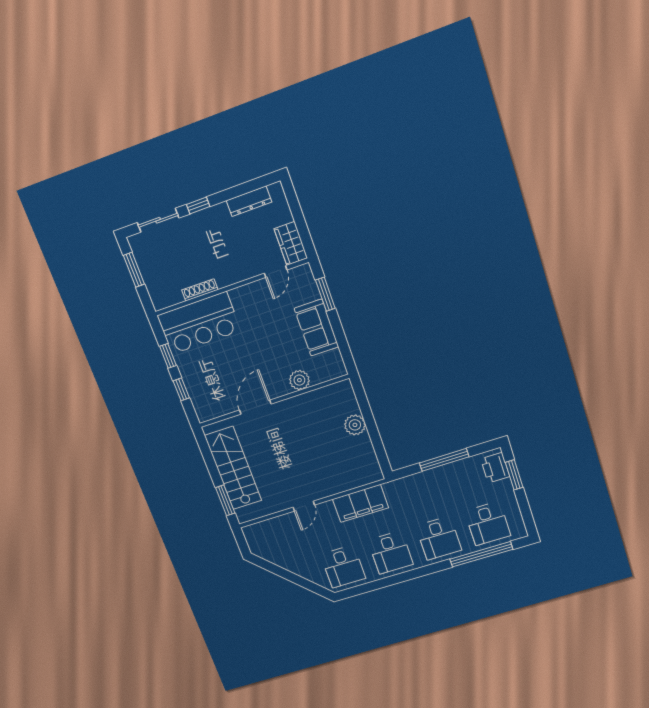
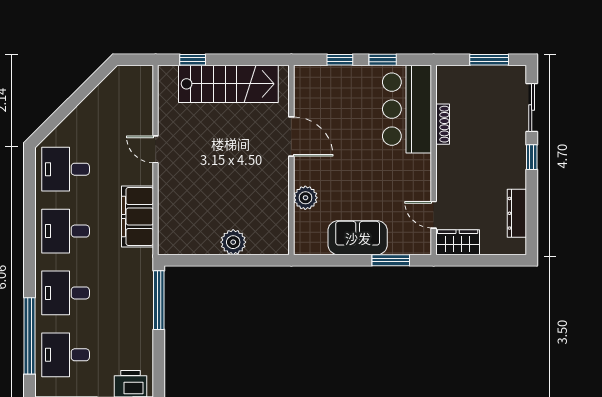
window: (444, 460) -> (159, 300), moved
window: (225, 500) -> (193, 60), width x0.67

